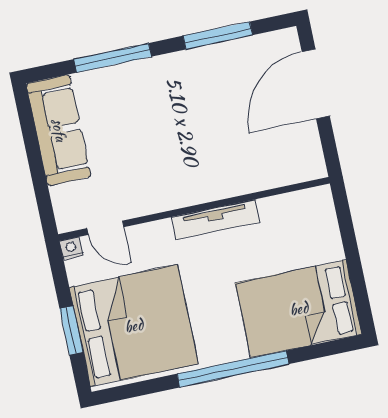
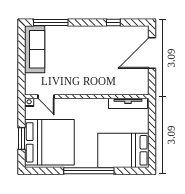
window: (218, 35) -> (113, 23), width x0.46
window: (113, 58) -> (51, 23), moved
tv unit: (216, 220) -> (128, 103), moved

